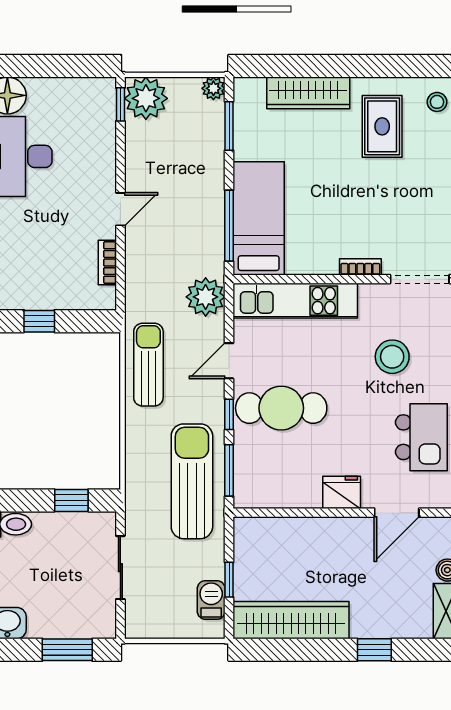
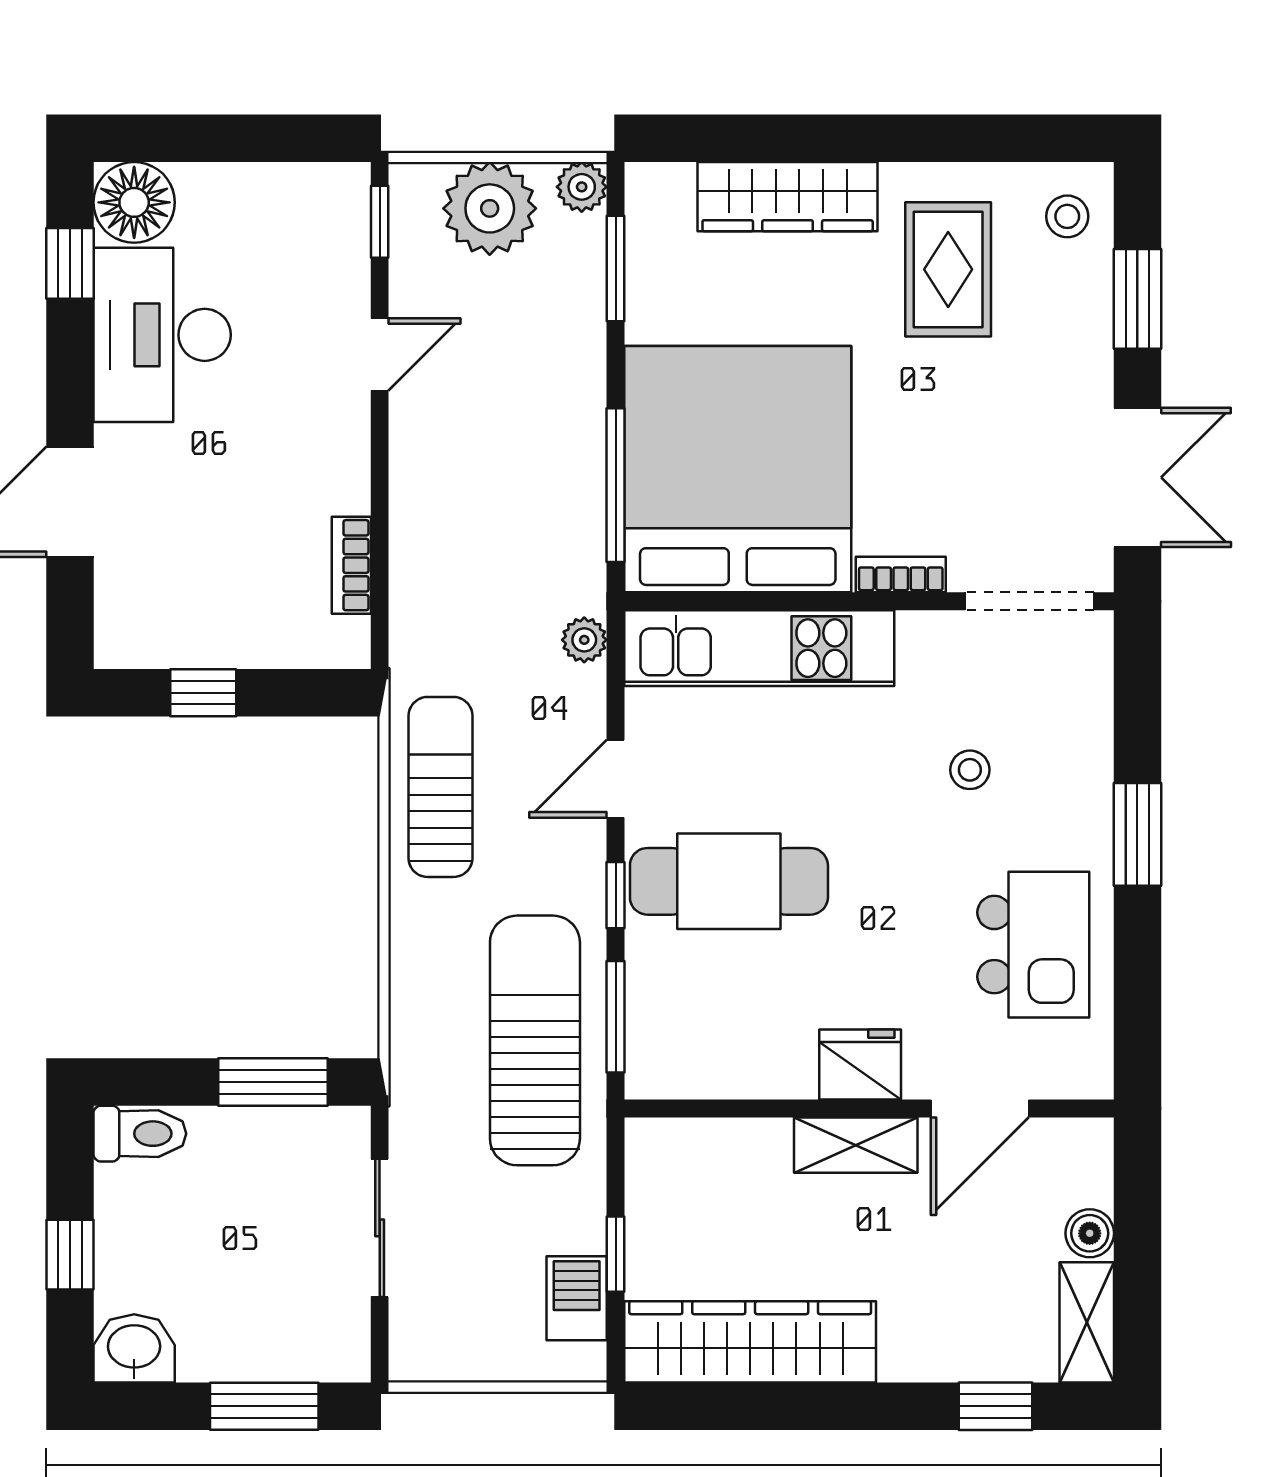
plant: (146, 98) -> (490, 208), moved
door: (120, 209) -> (380, 354), moved
bed: (259, 218) -> (738, 469), width x2.04
plant: (206, 297) -> (584, 640), width x0.53, depth x0.53
stool: (392, 357) -> (970, 770), width x0.53, depth x0.53
window: (71, 500) -> (273, 1082), width x1.50
shelving: (340, 529) -> (856, 1145), added
window: (374, 650) -> (995, 1406), moved

